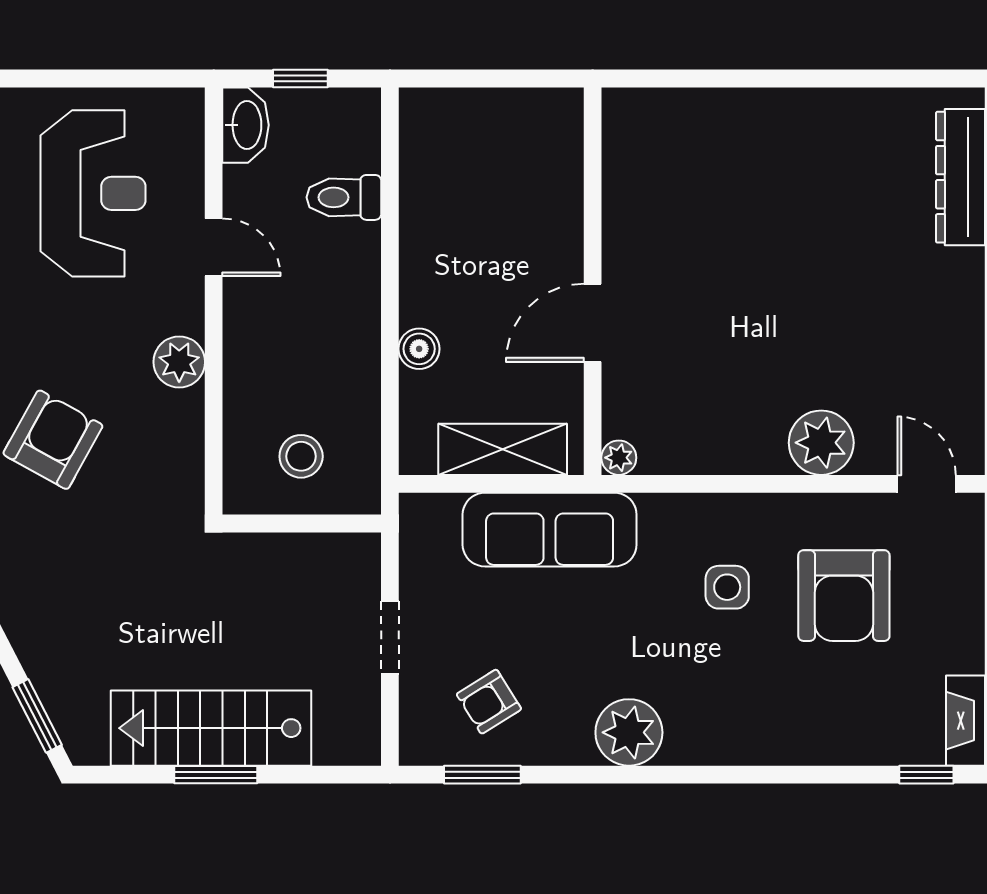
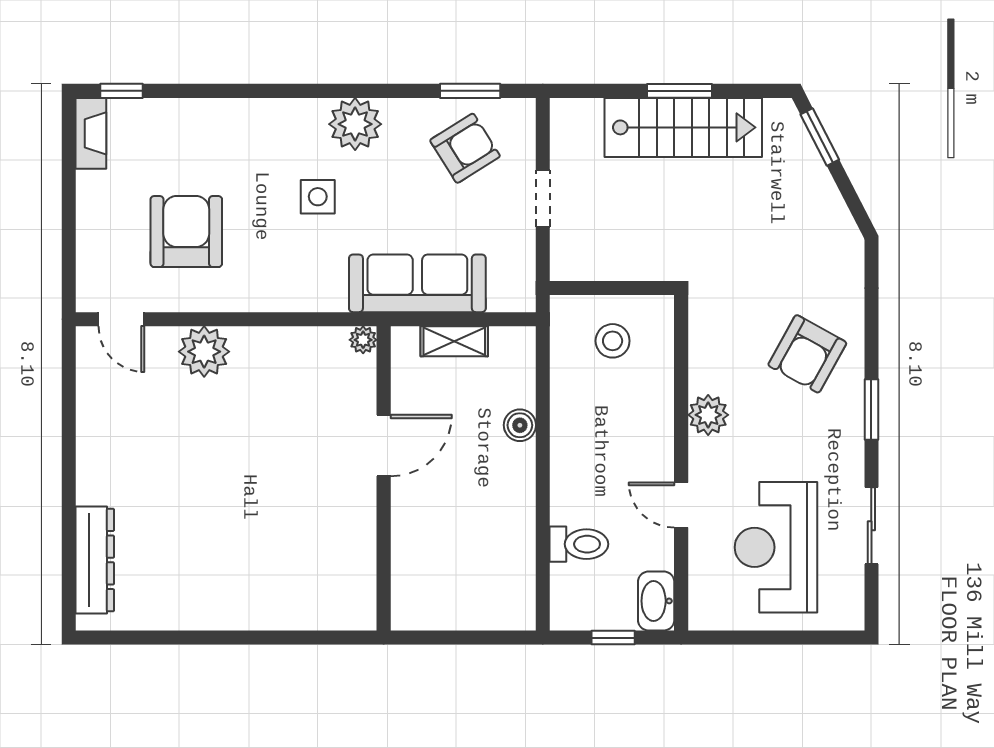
shelving: (503, 449) -> (454, 341), width x0.67, depth x0.75
side table: (727, 587) -> (318, 197), moved
armchair: (489, 702) -> (465, 148), width x1.38, depth x1.38

